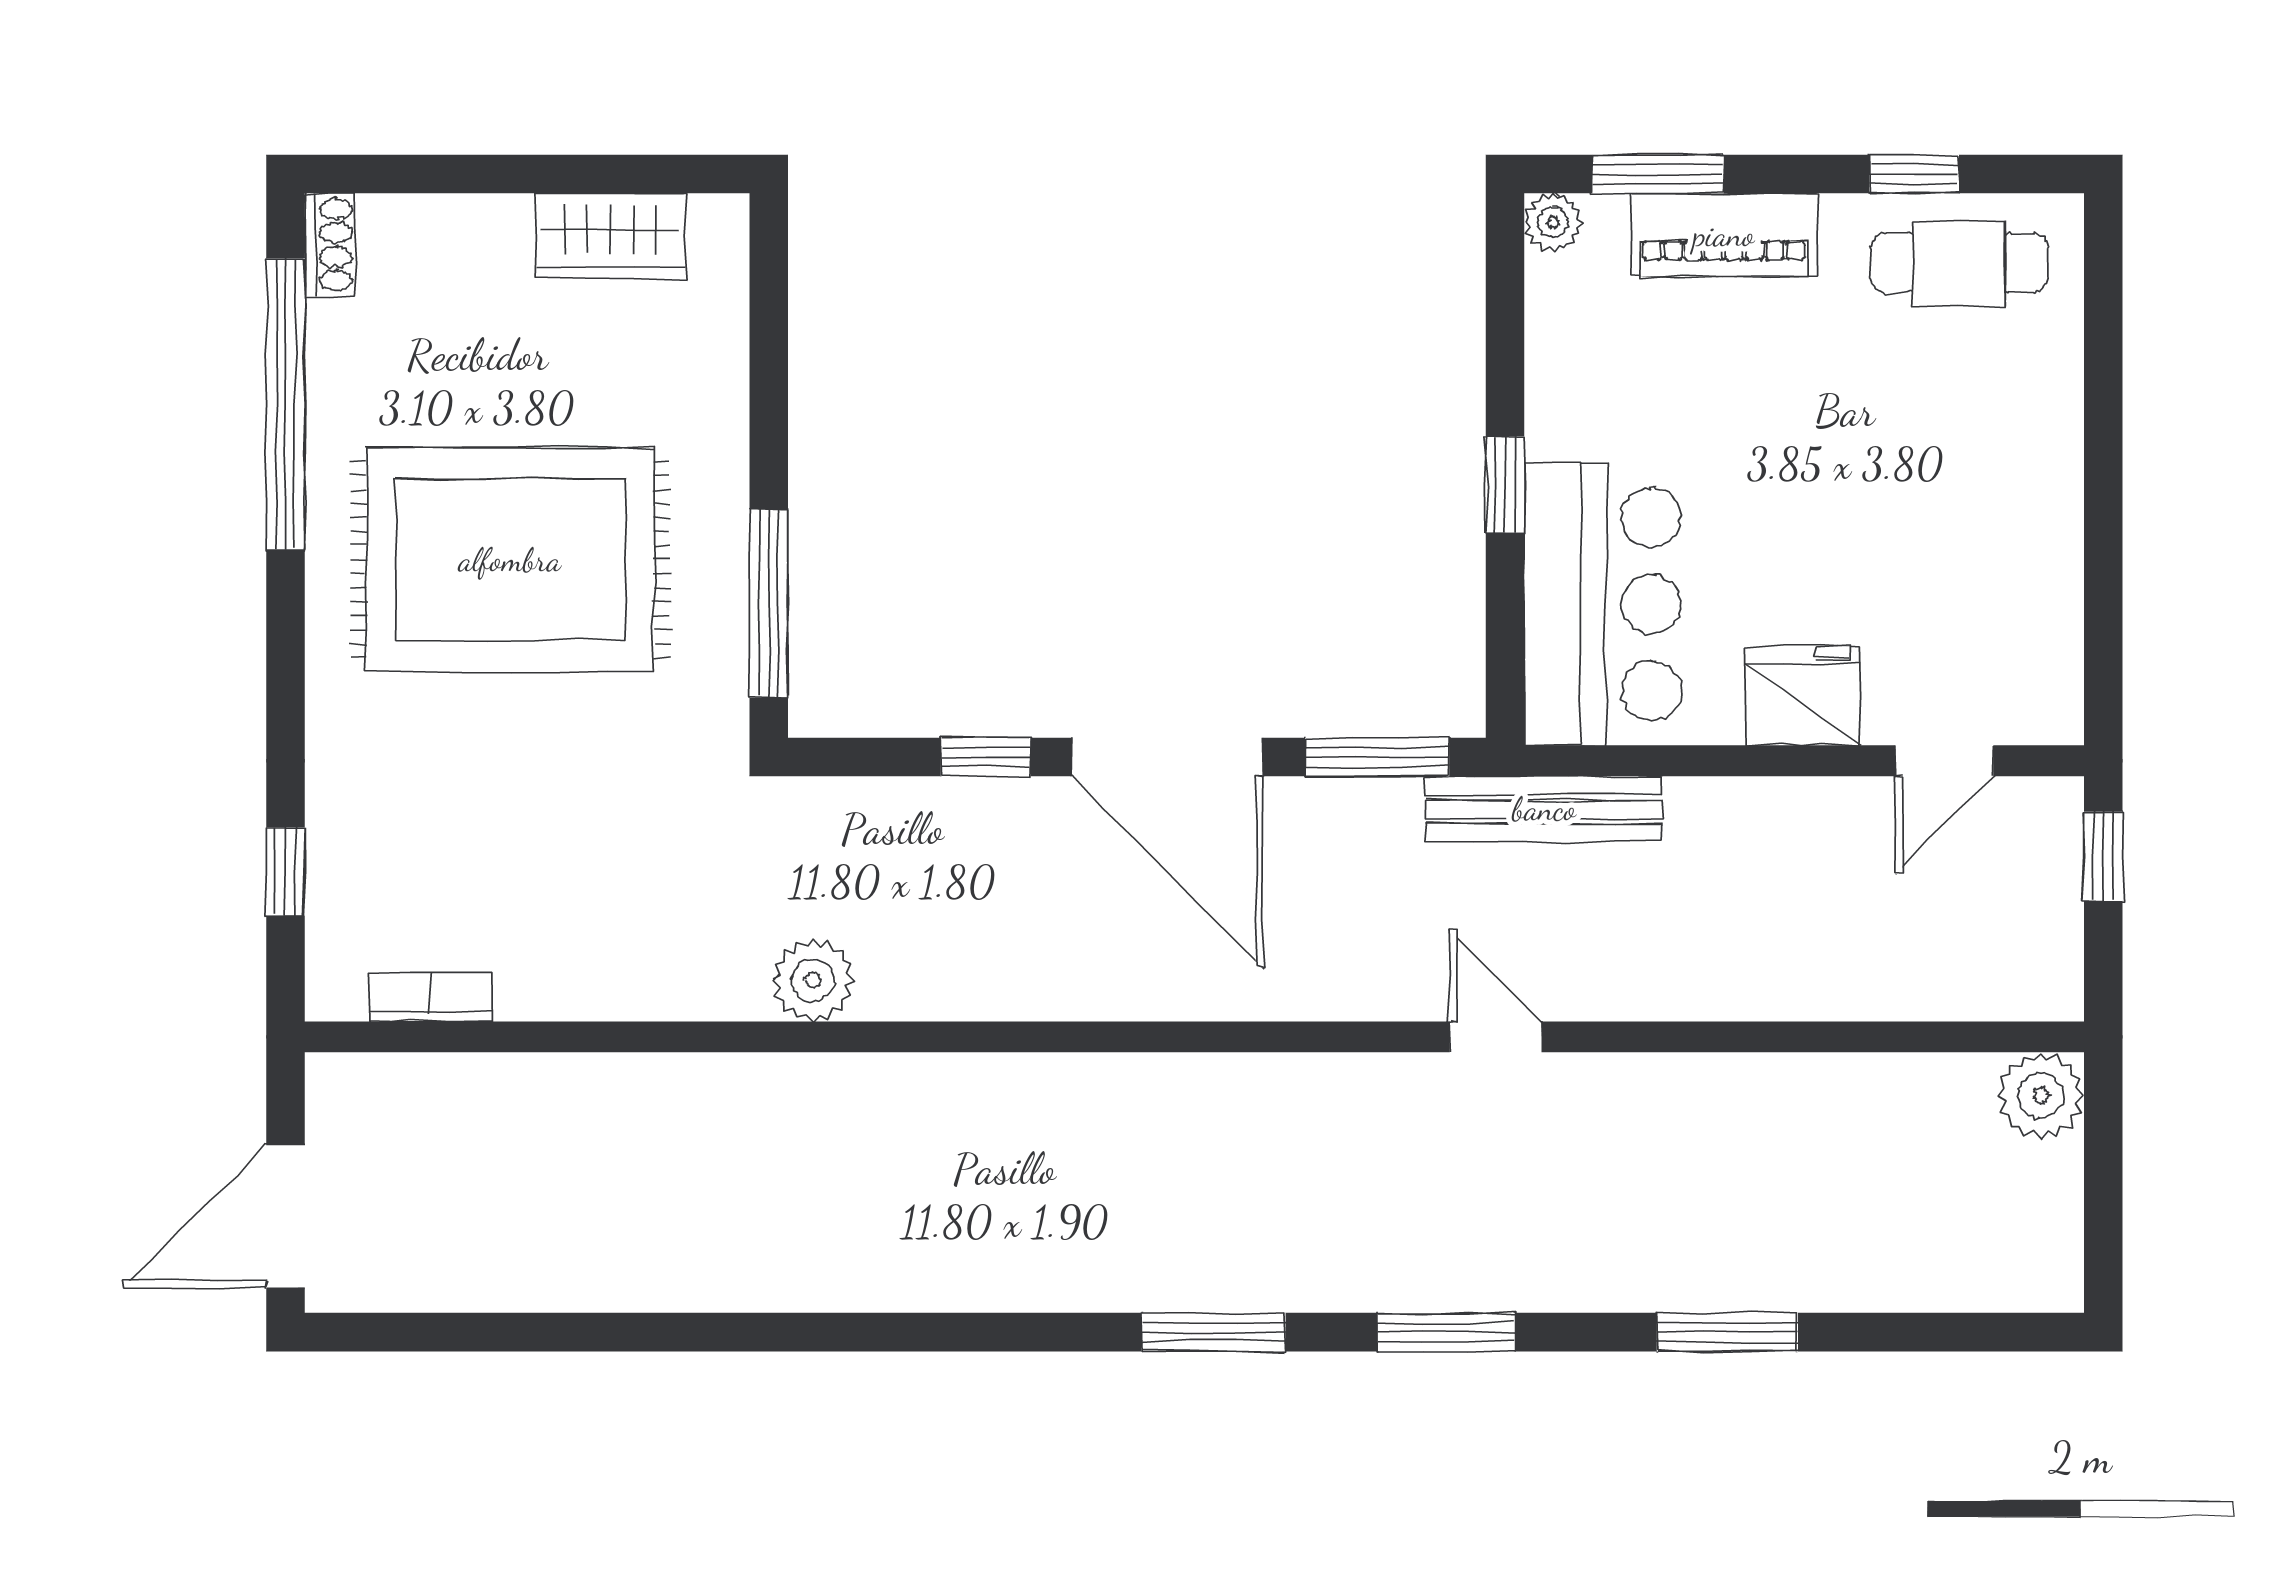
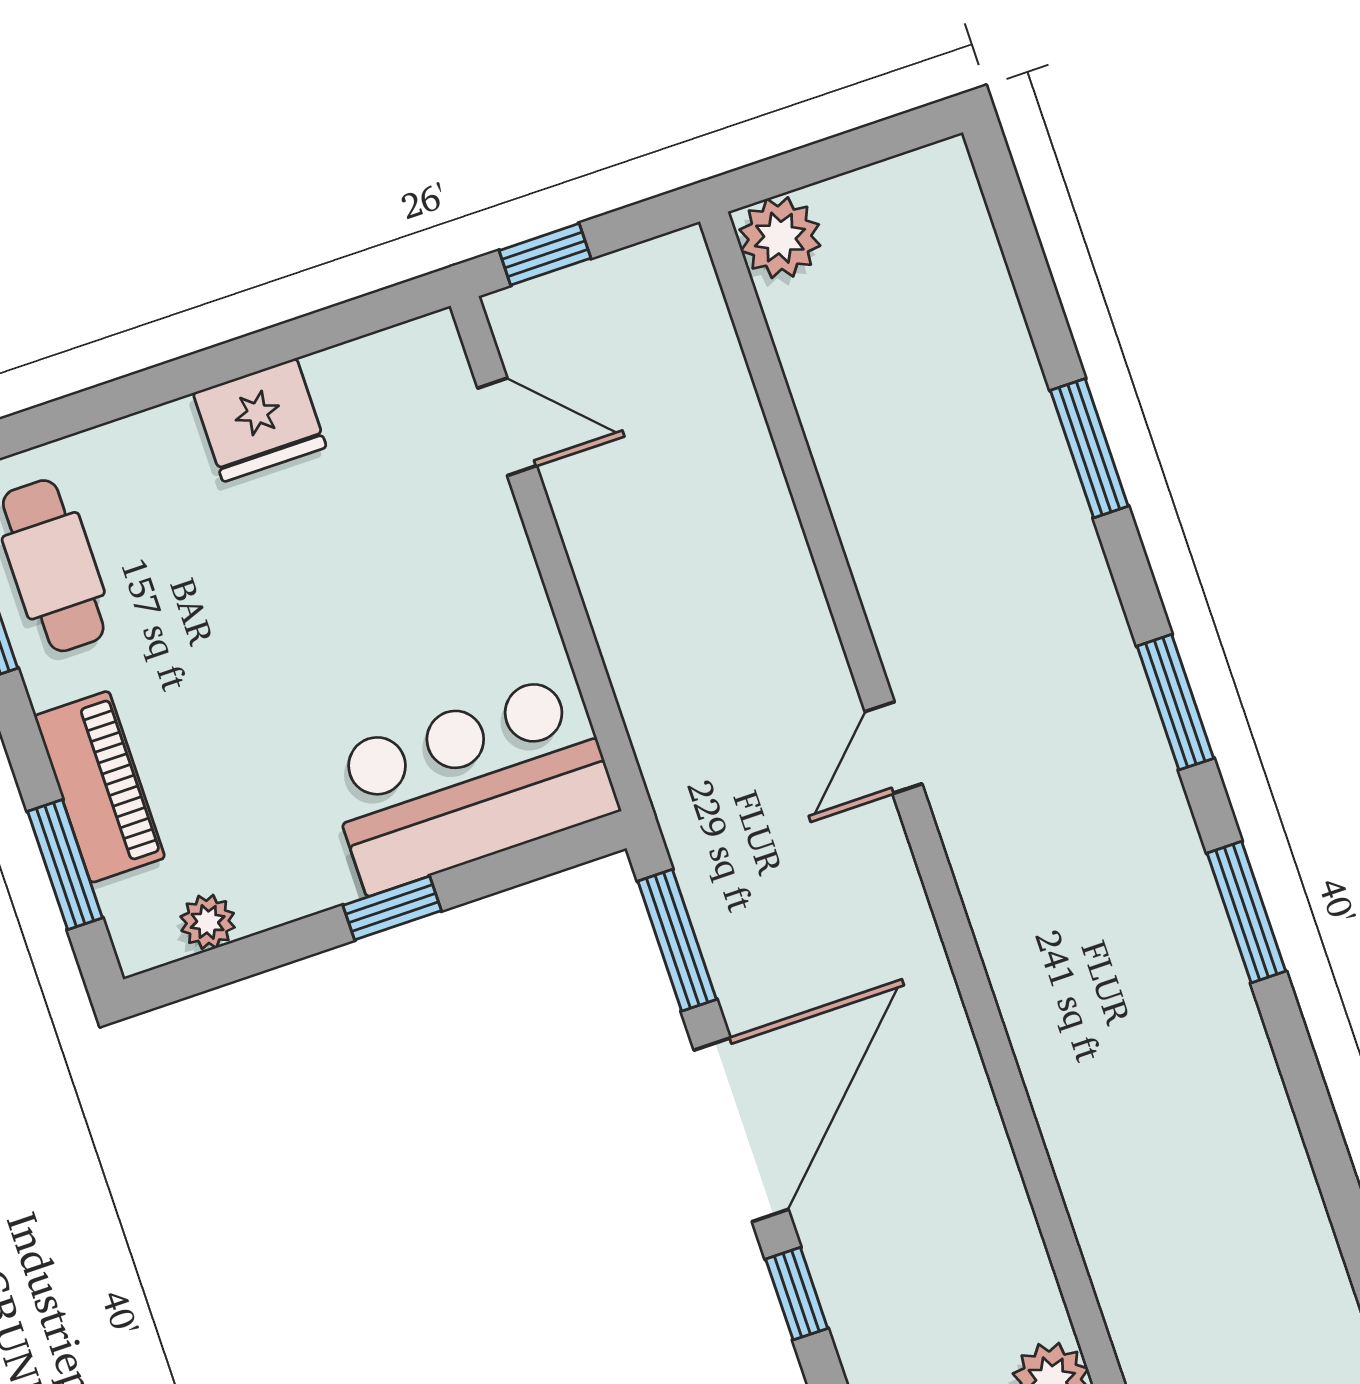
plant: (1553, 222) -> (208, 922), moved
fridge: (1803, 696) -> (260, 420), moved, turned -90
bench: (1544, 809) -> (673, 774), removed

